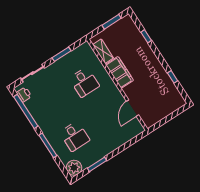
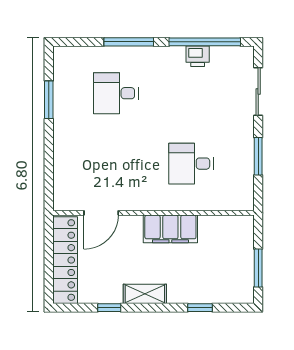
shelving: (103, 51) -> (145, 294), moved
printer: (24, 95) -> (198, 56), moved
door: (133, 108) -> (101, 213), swing flipped
locker: (164, 111) -> (65, 260), added
plant: (74, 168) -> (67, 60), removed

